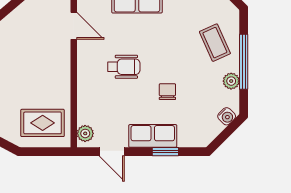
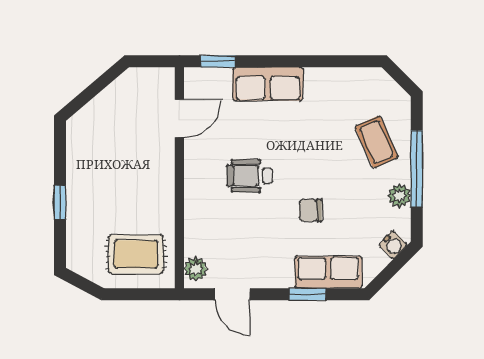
door: (74, 26) -> (179, 119), hinge flipped
wheelchair: (124, 67) -> (249, 176), turned 180
chair: (167, 92) -> (310, 210), turned -90
row of seats: (153, 136) -> (328, 272), moved

